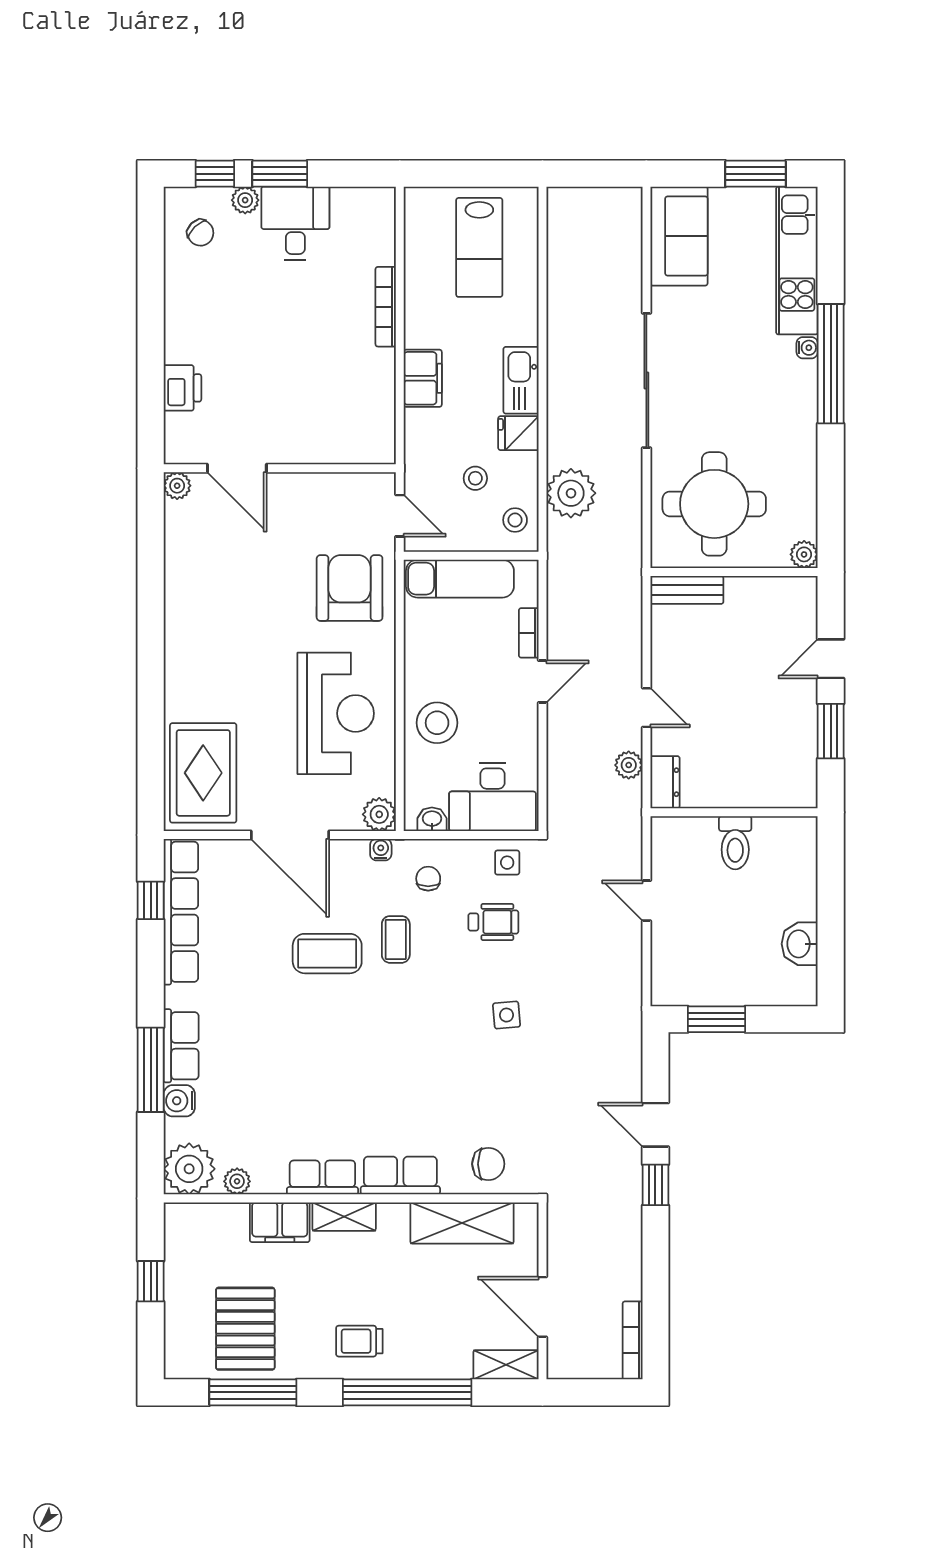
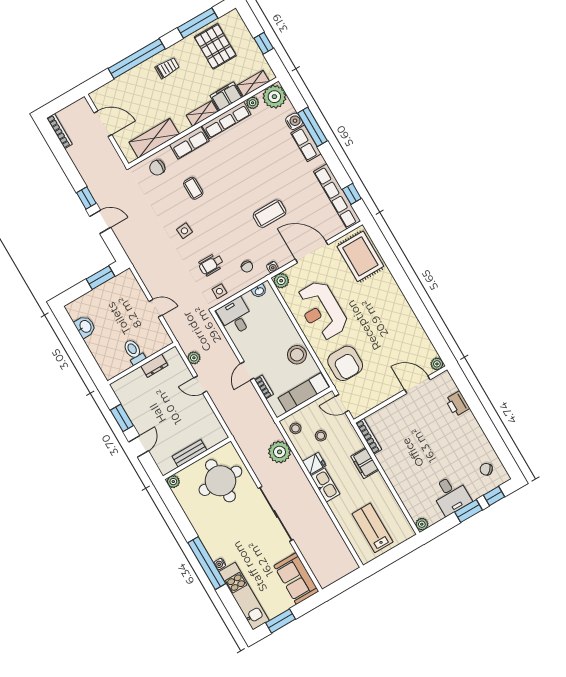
plant: (245, 200) -> (422, 524), moved
bookcase: (386, 307) -> (369, 436), moved
bench: (687, 590) -> (189, 453), moved
stool: (437, 723) -> (297, 355), moved
dresser: (665, 782) -> (154, 366), moved, turned -90
desk: (492, 797) -> (236, 316), width x0.73
coffee table: (396, 939) -> (193, 188), moved
row of seats: (322, 1177) -> (226, 120), width x1.48
shelving: (506, 1365) -> (253, 83), moved

